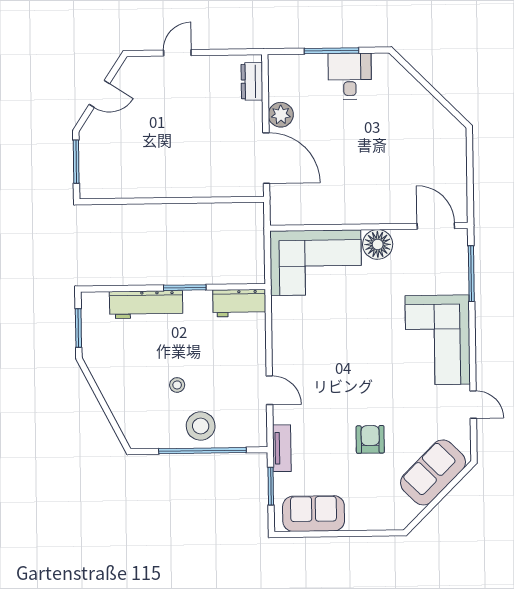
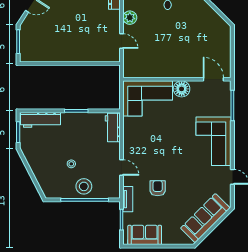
door: (266, 158) -> (122, 41), width x0.53
workbench: (239, 303) -> (113, 128), moved, turned 90
workbench: (146, 305) -> (40, 120), moved
armchair: (370, 439) -> (158, 188), moved
sofa: (433, 472) -> (205, 218), width x1.36

